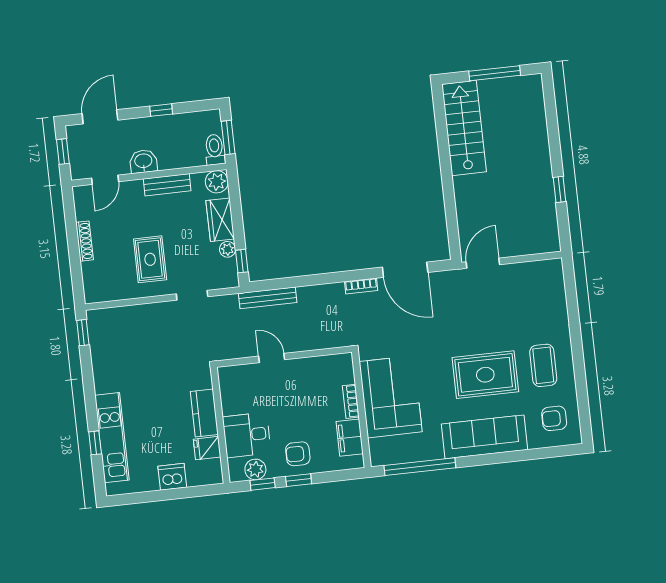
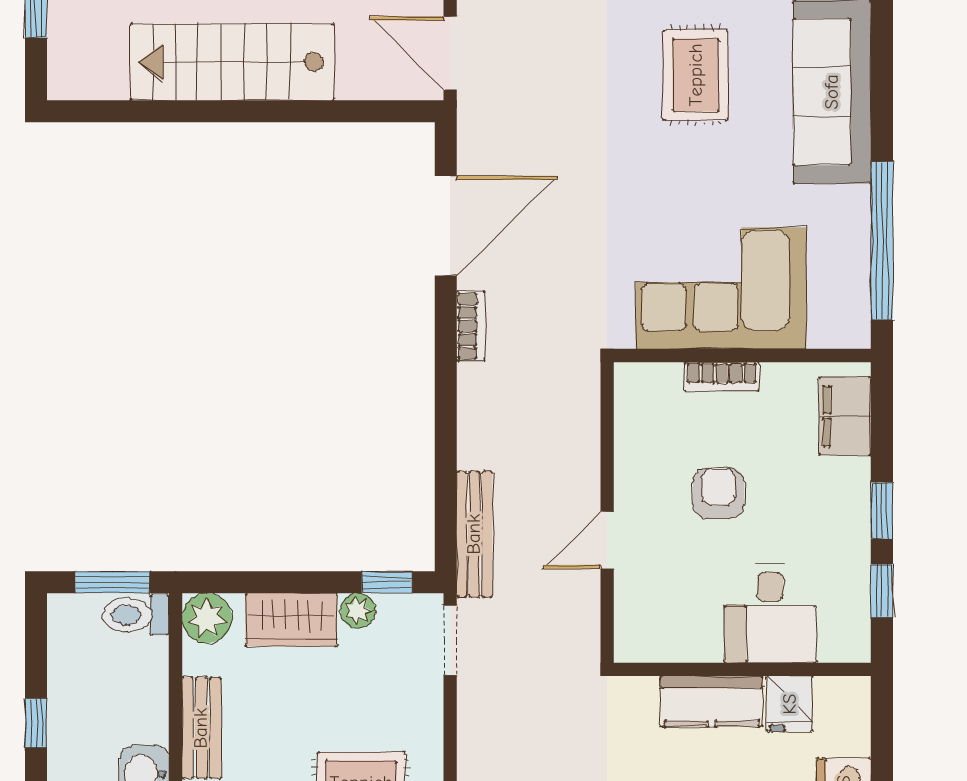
stairs: (464, 128) -> (232, 62), moved
doorway: (192, 295) -> (450, 640), moved
rug: (485, 375) -> (696, 75), width x0.73, depth x0.70
filing cabinet: (350, 438) -> (845, 416), moved, turned 90
armchair: (298, 454) -> (719, 493), moved, turned 180
plant: (255, 469) -> (848, 603), removed

